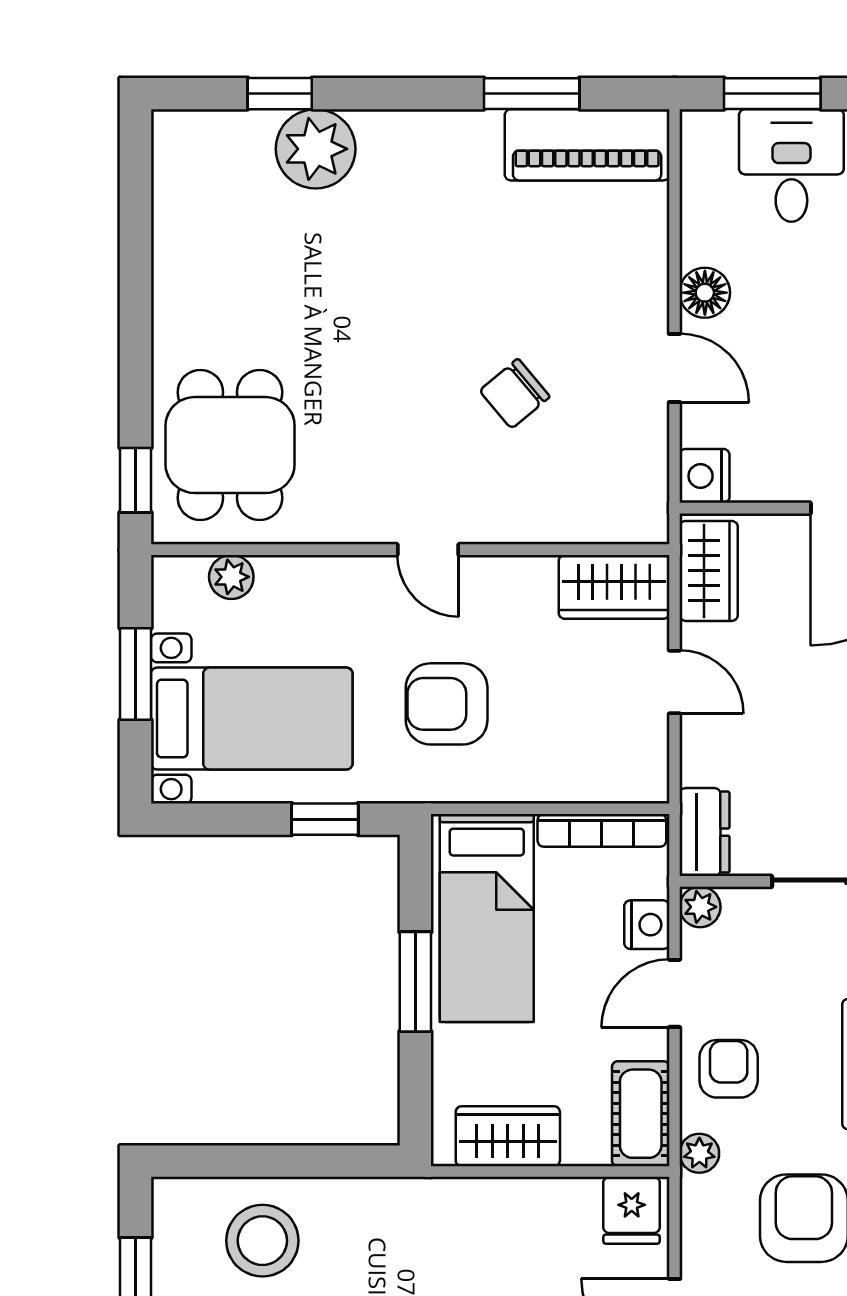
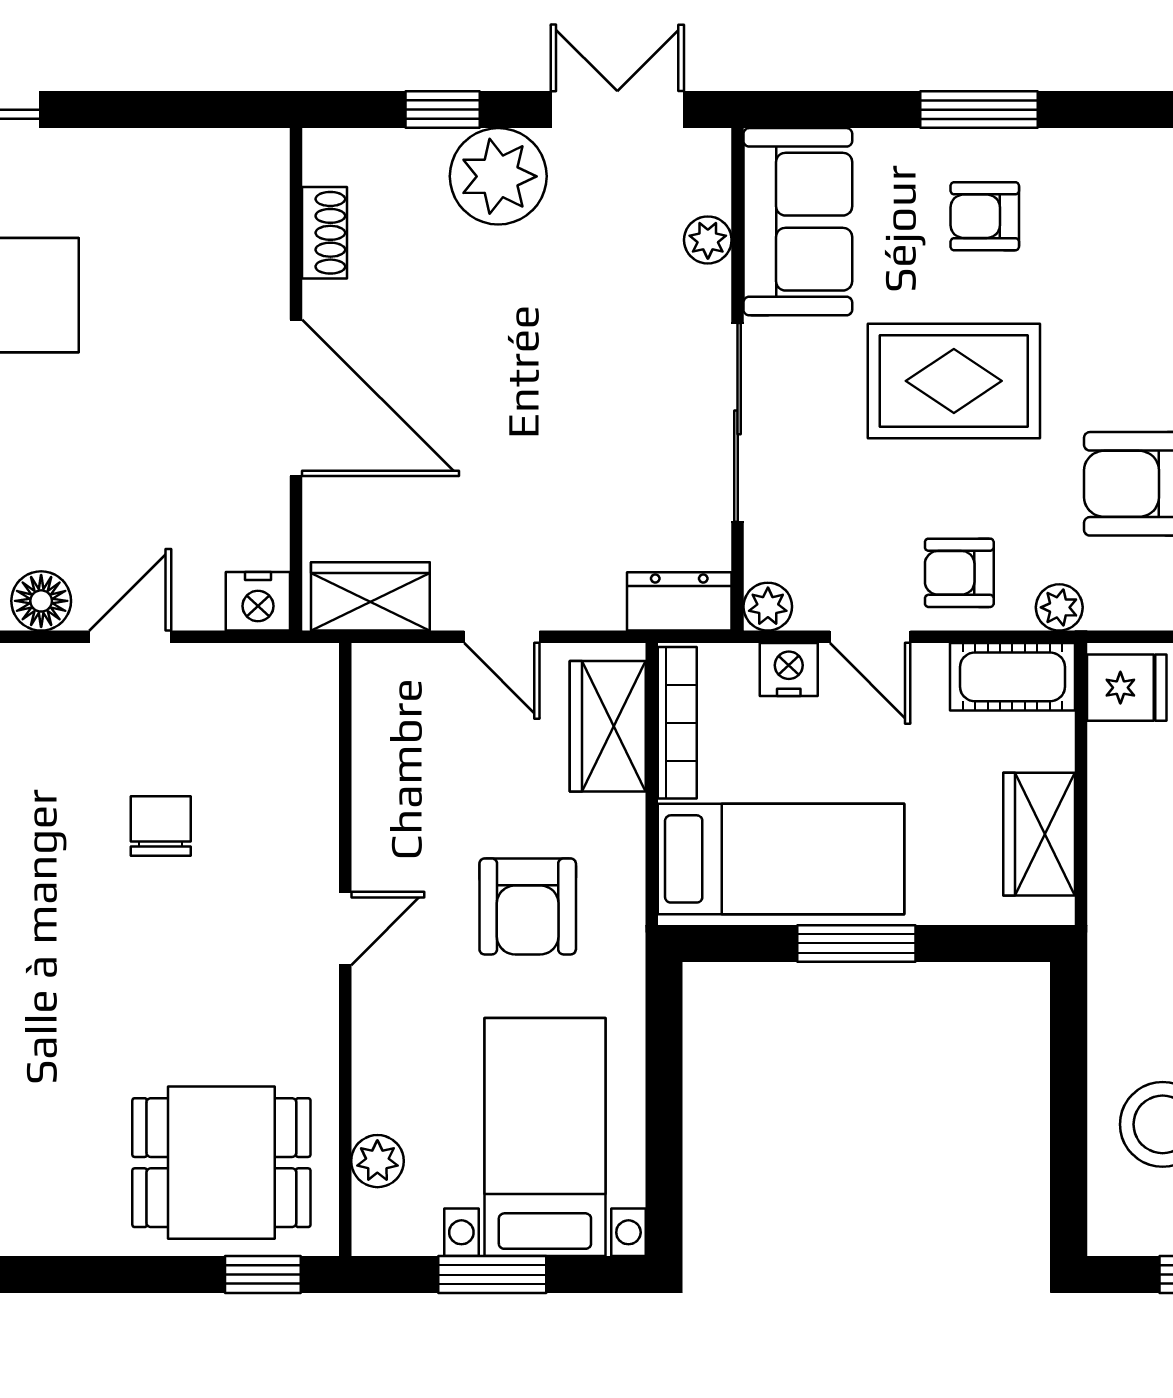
chair: (515, 394) -> (161, 826), turned -140
wardrobe: (614, 587) -> (608, 726), moved, turned 180
door: (674, 682) -> (502, 637), swing flipped
window: (325, 819) -> (664, 1050), removed

